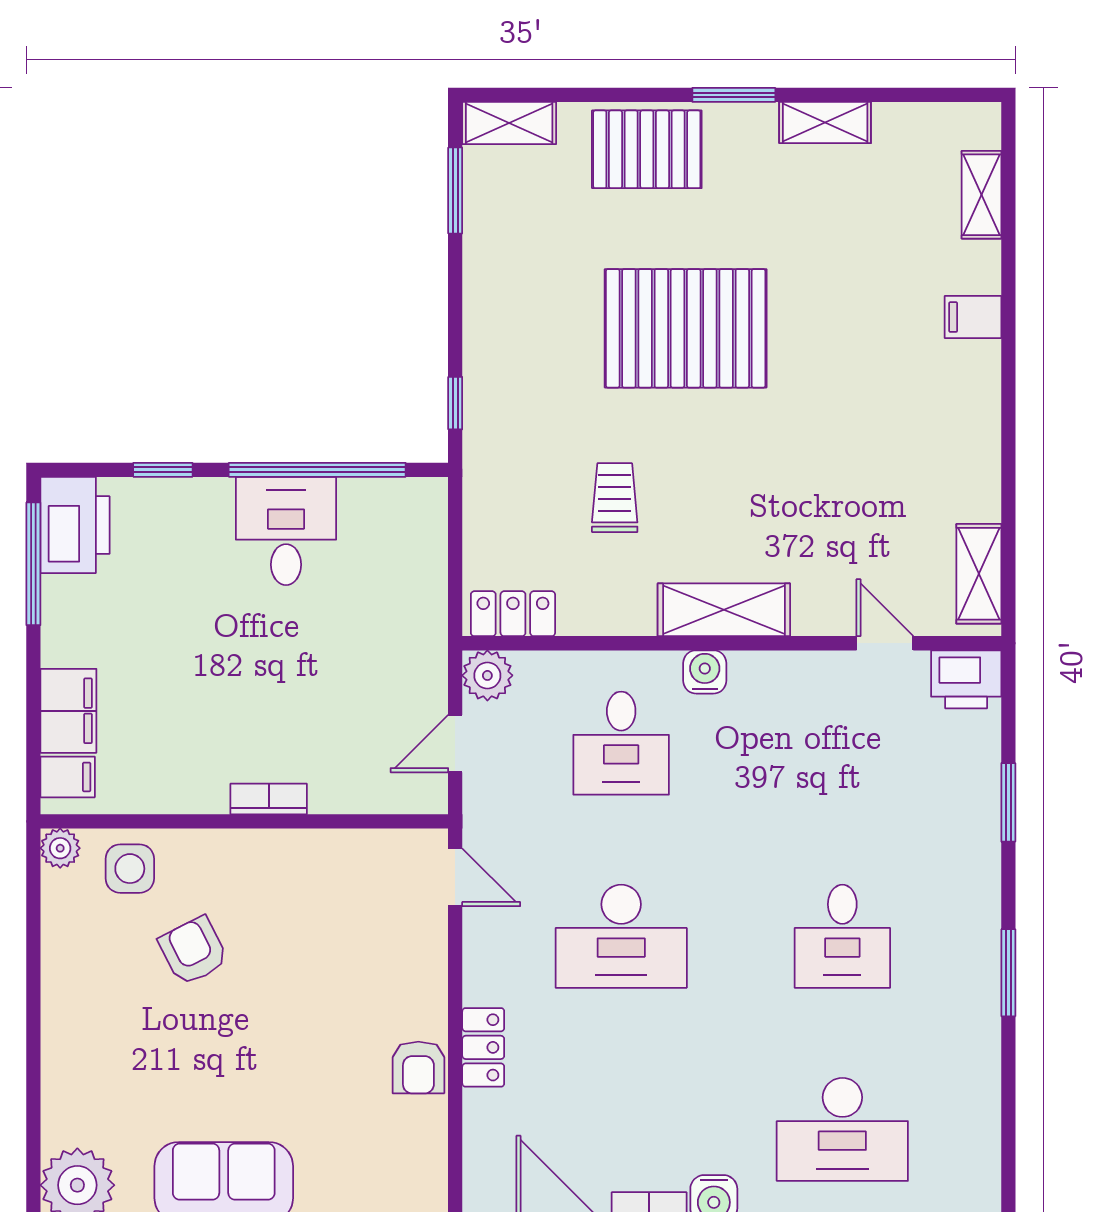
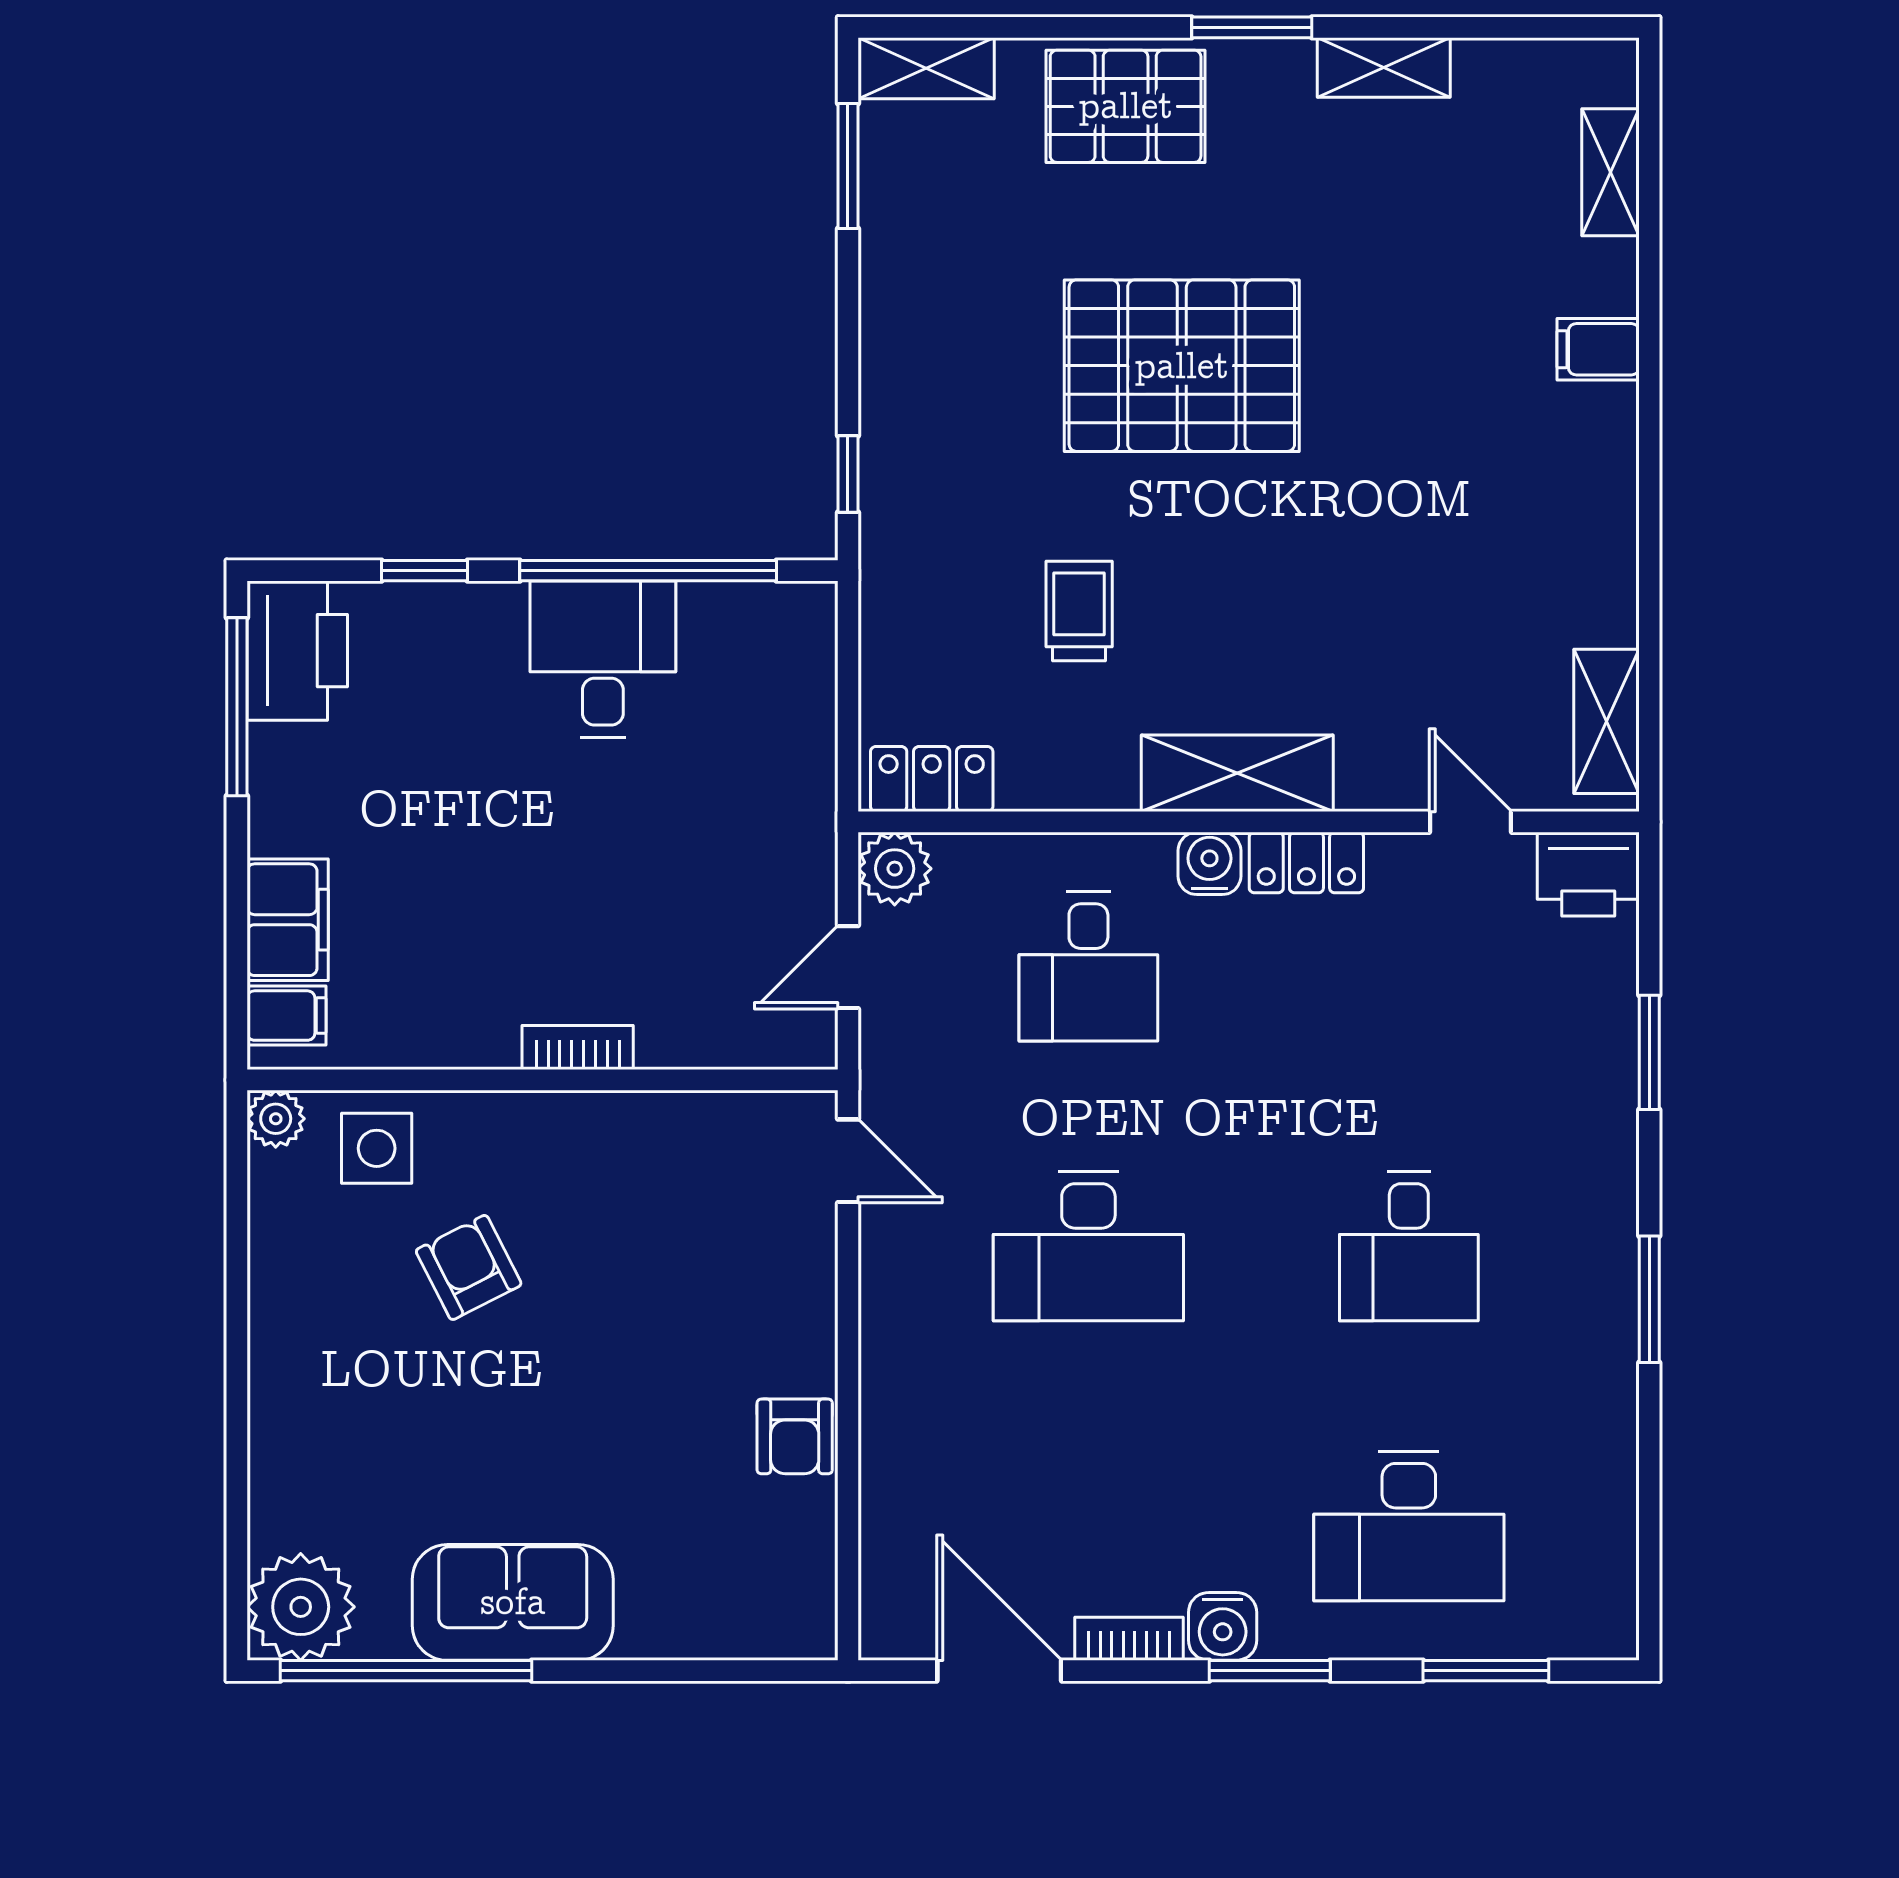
locker: (483, 1047) -> (1306, 862), moved, turned 90

